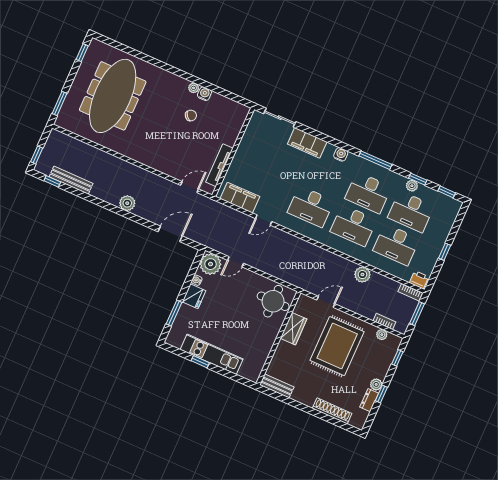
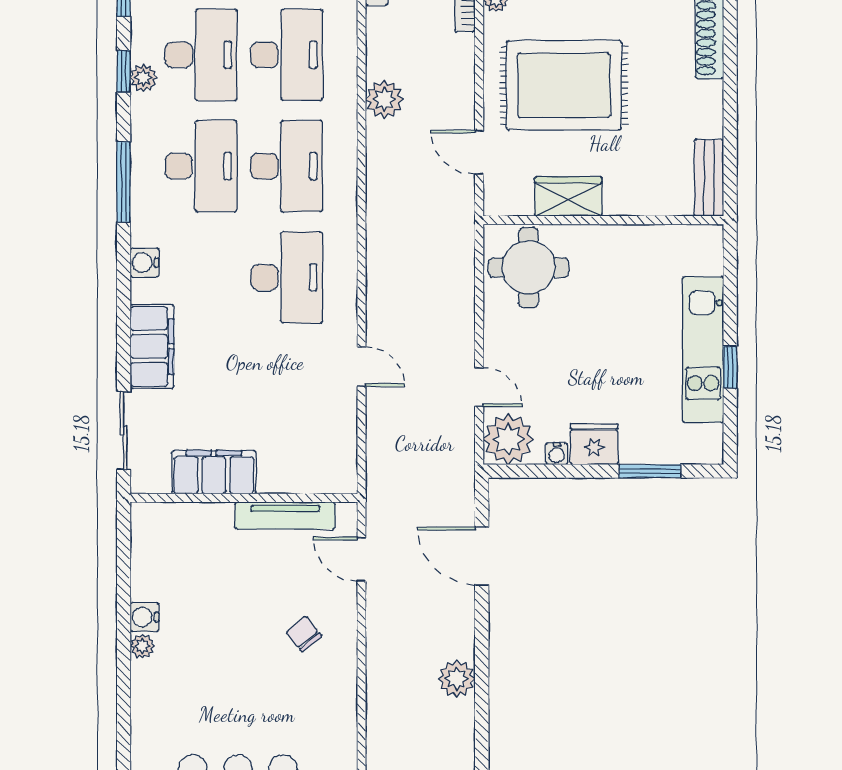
chair: (191, 115) -> (304, 634), moved
filing cabinet: (240, 198) -> (214, 472), moved, turned 90

